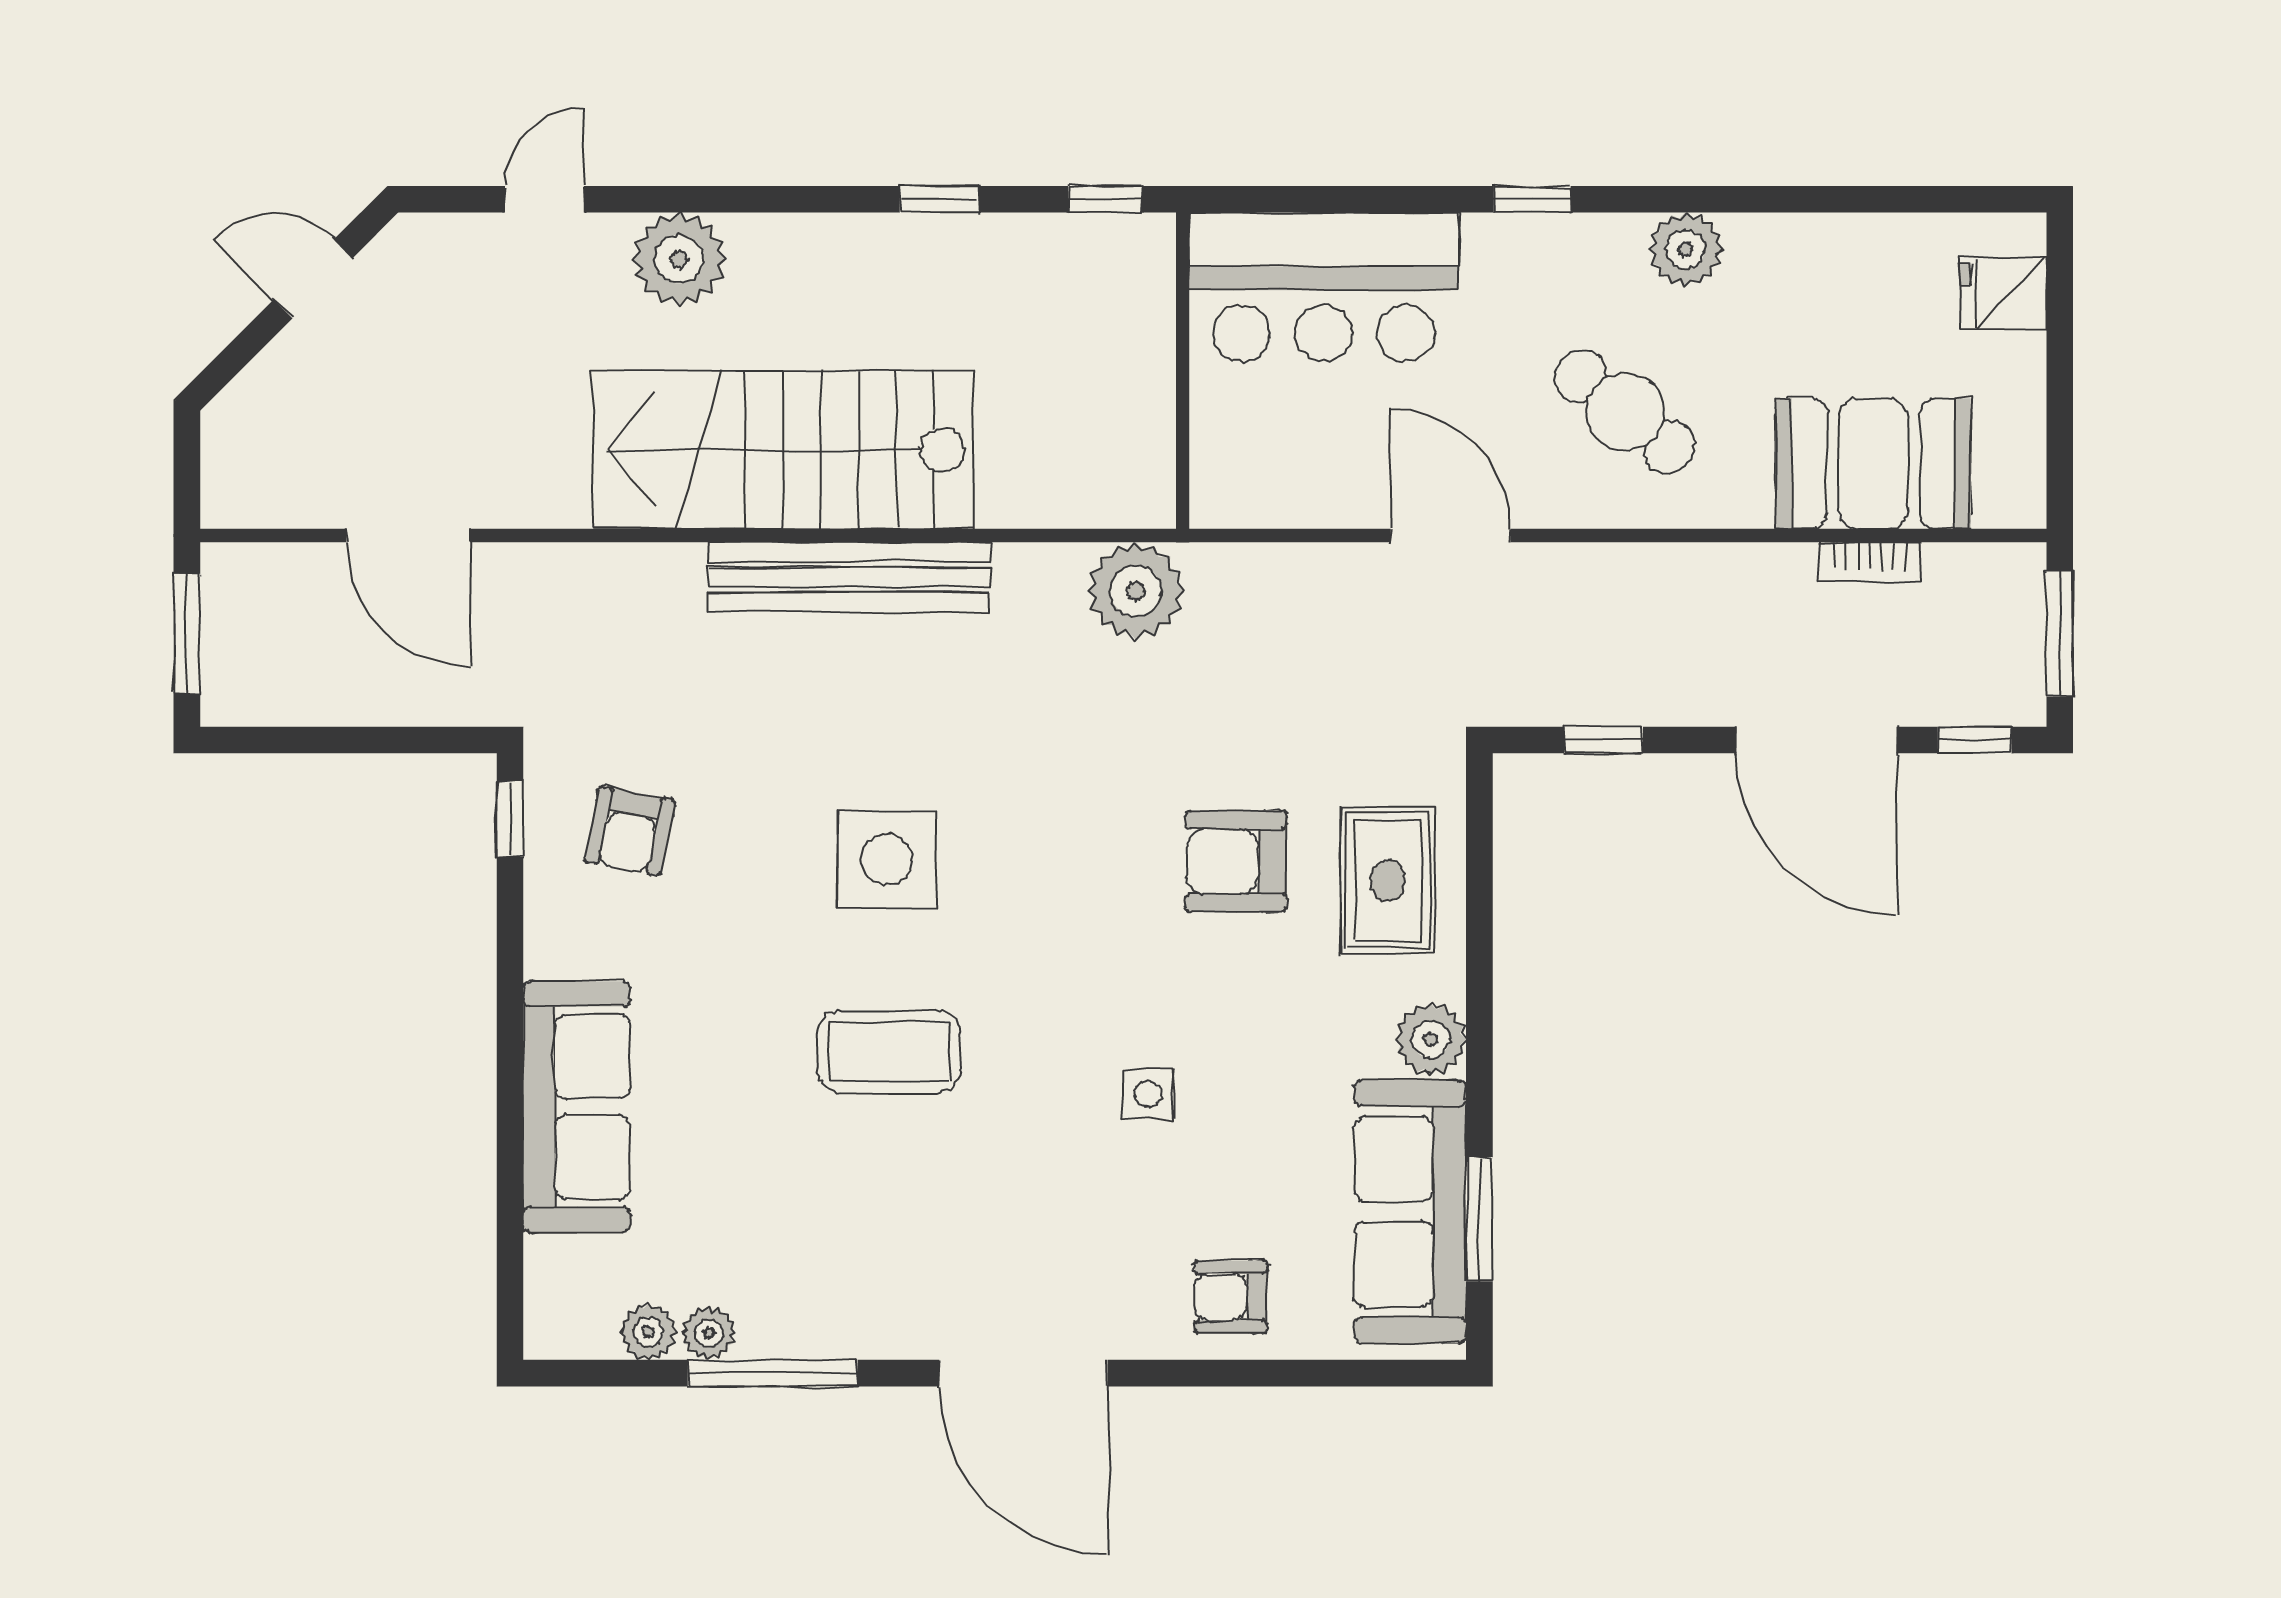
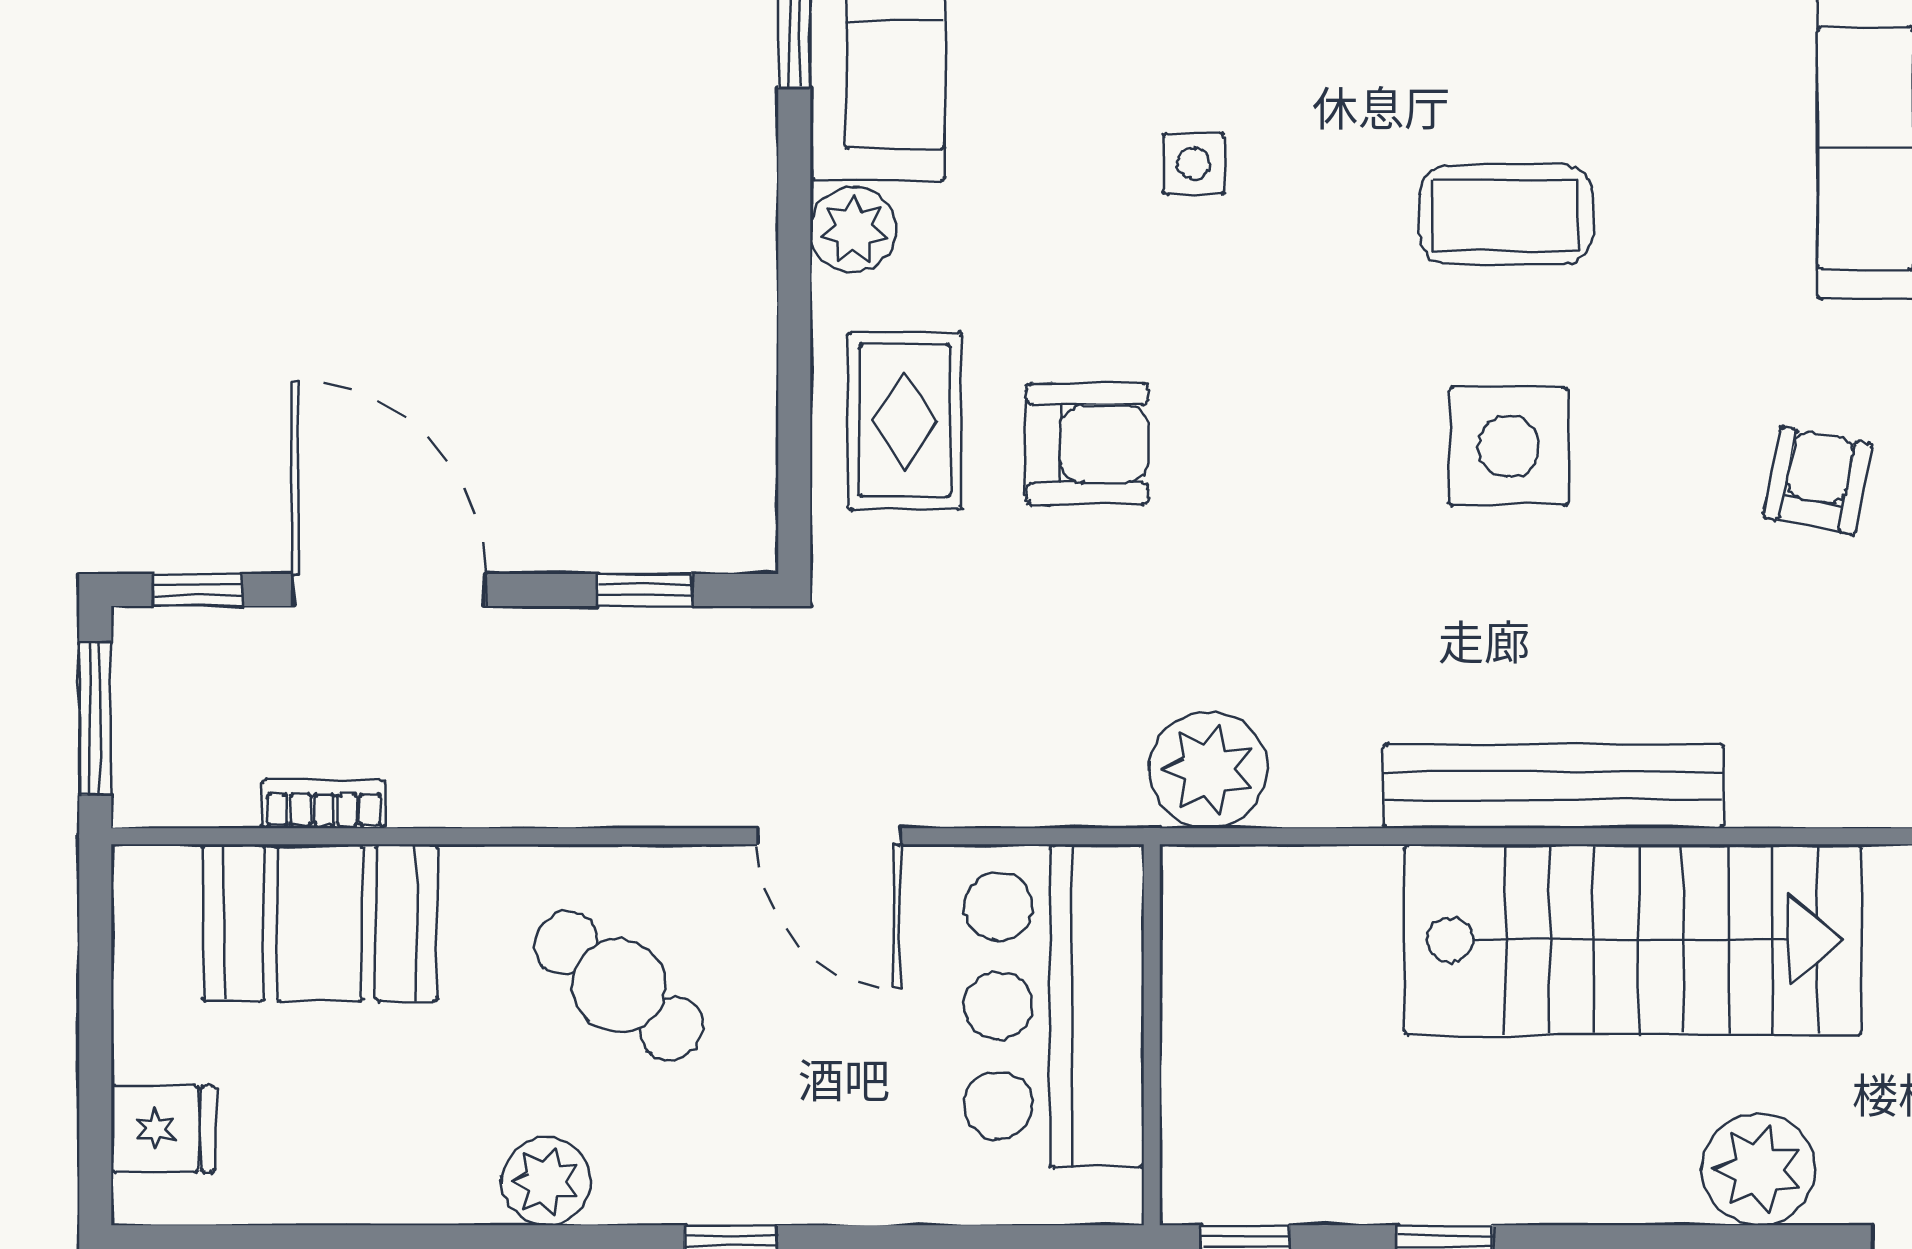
bar counter: (1324, 287) -> (1054, 1006), moved, turned -90

